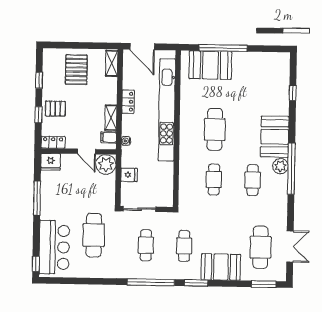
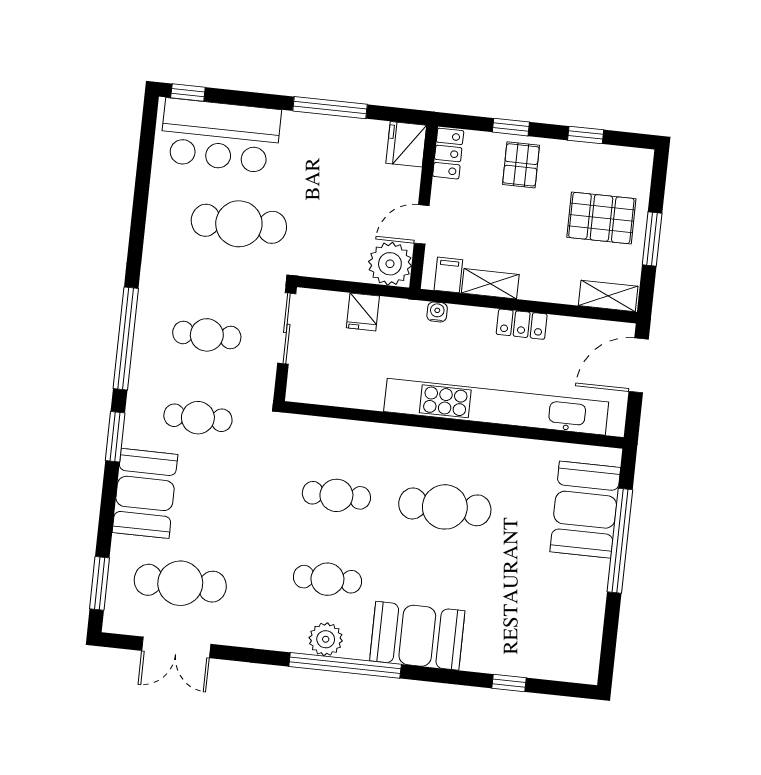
window: (84, 46) -> (652, 239), added
plant: (280, 166) -> (326, 639), moved

